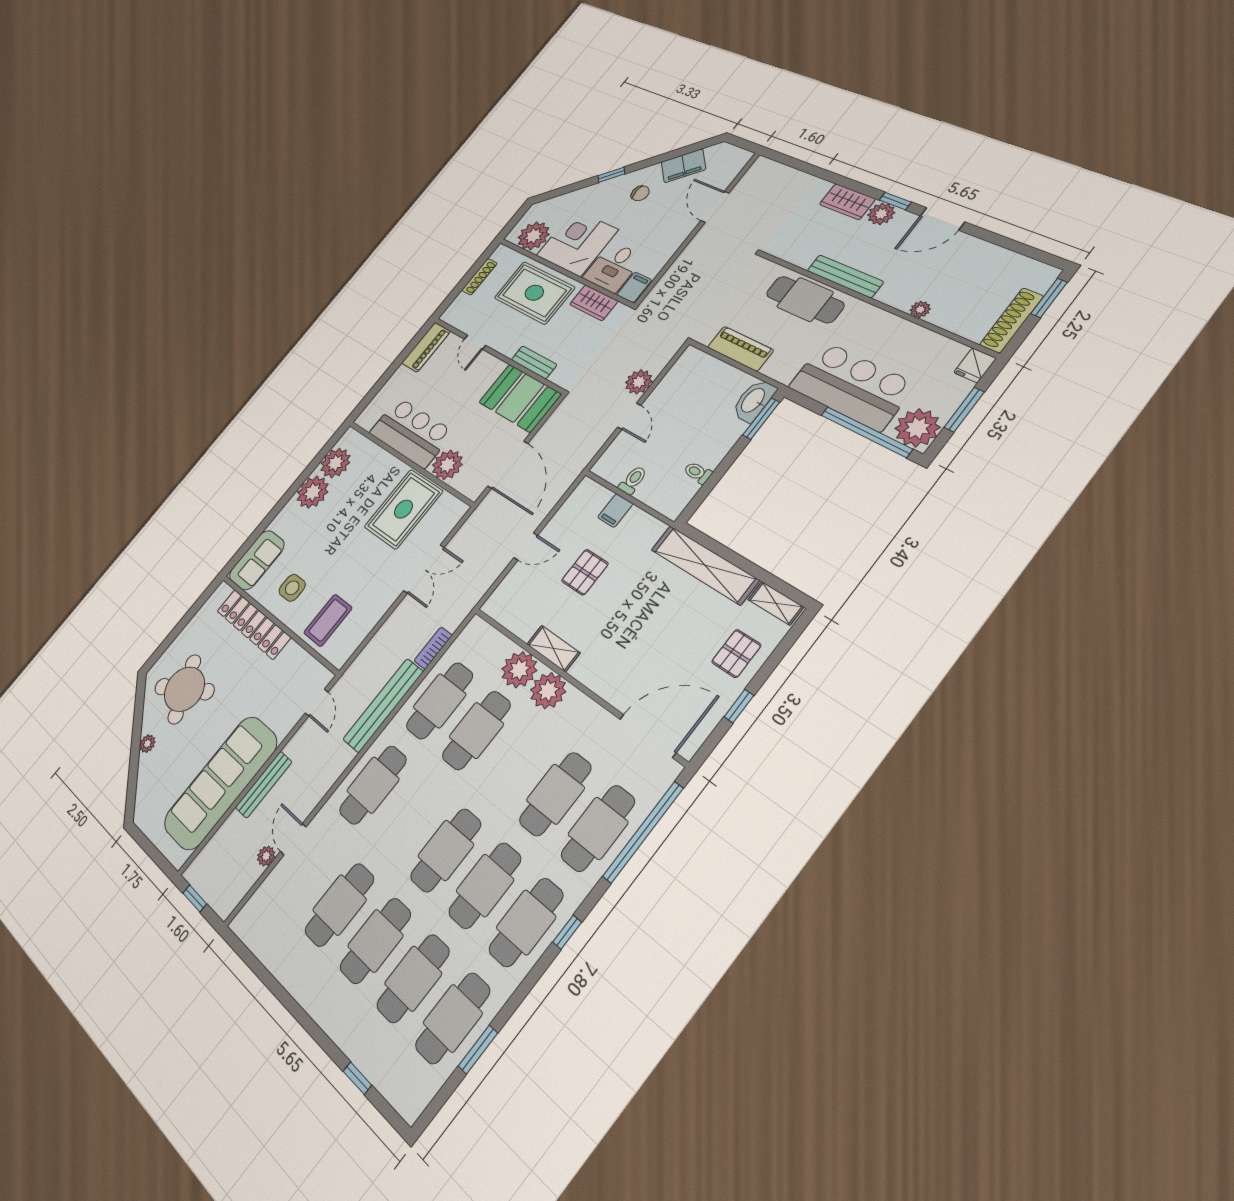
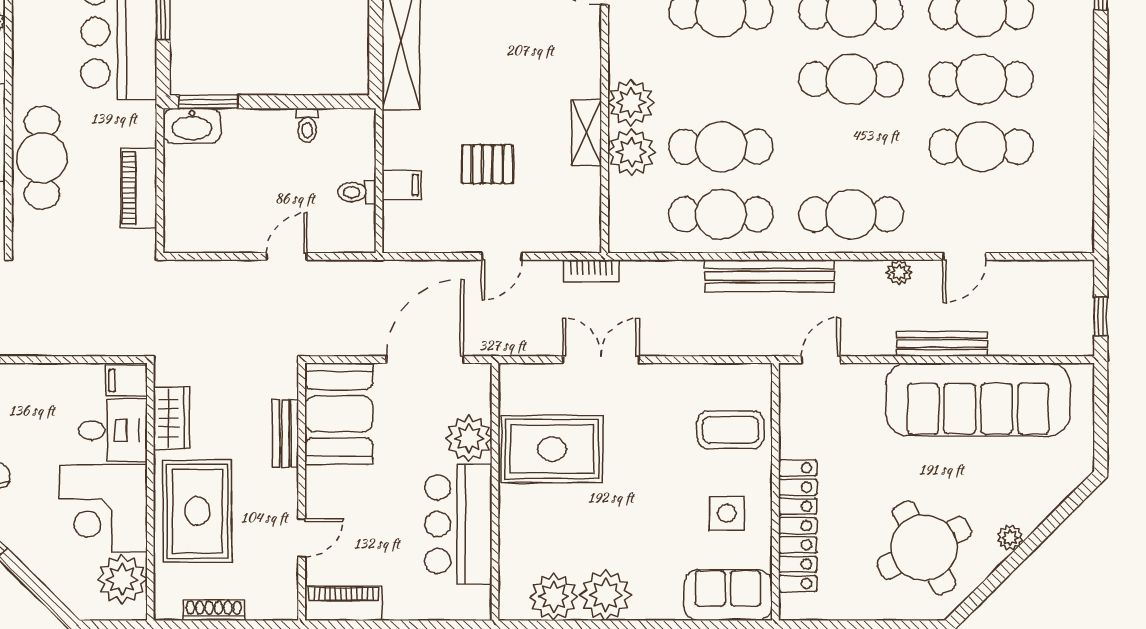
plant: (639, 382) -> (240, 278), removed
door: (526, 546) -> (502, 256), swing flipped
bookcase: (433, 648) -> (591, 271), moved
plant: (266, 856) -> (899, 272), moved

